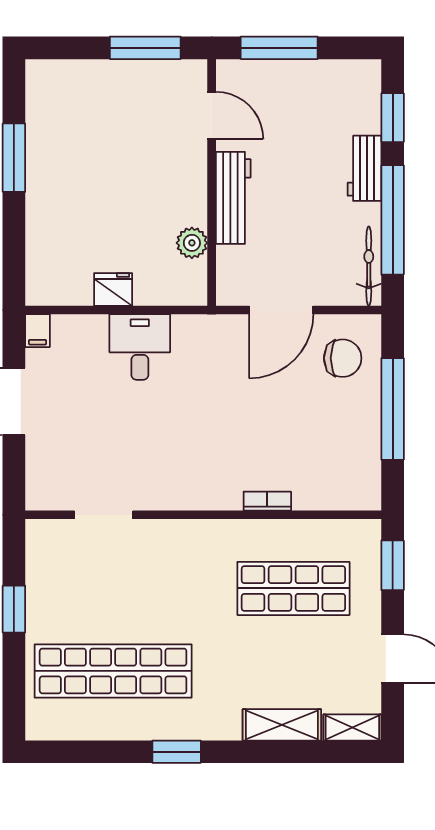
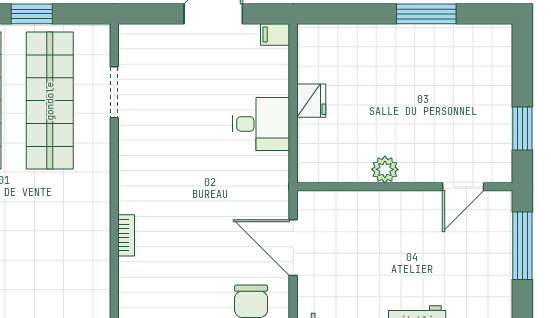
window: (145, 48) -> (522, 129), width x0.69
workbench: (233, 198) -> (391, 206), removed
plant: (192, 243) -> (385, 169), moved
shop shelf: (293, 588) -> (50, 101), moved, width x1.40

